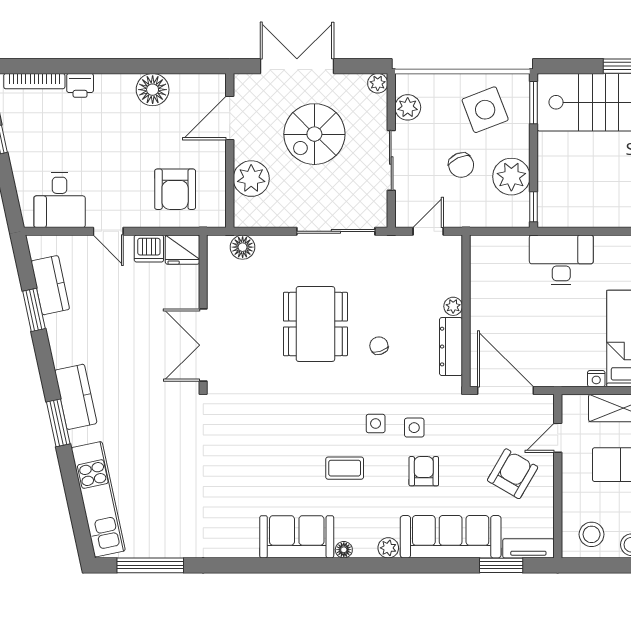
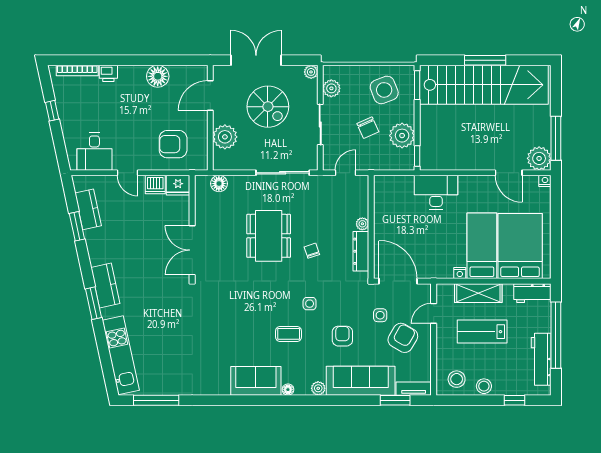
spiral stairs: (314, 134) -> (268, 107), turned -90
armchair: (175, 189) -> (173, 144), turned 90
side table: (414, 428) -> (380, 315), moved

